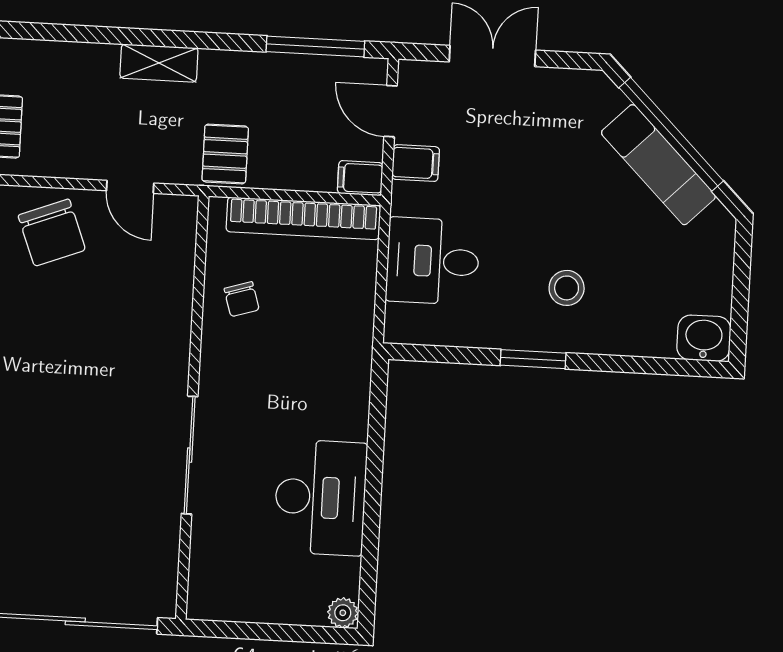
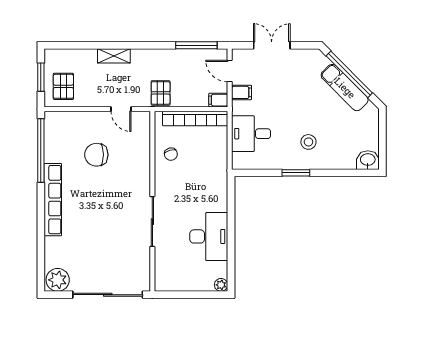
shelving: (159, 63) -> (114, 56), moved
chair: (52, 233) -> (96, 155), moved, turned 111

